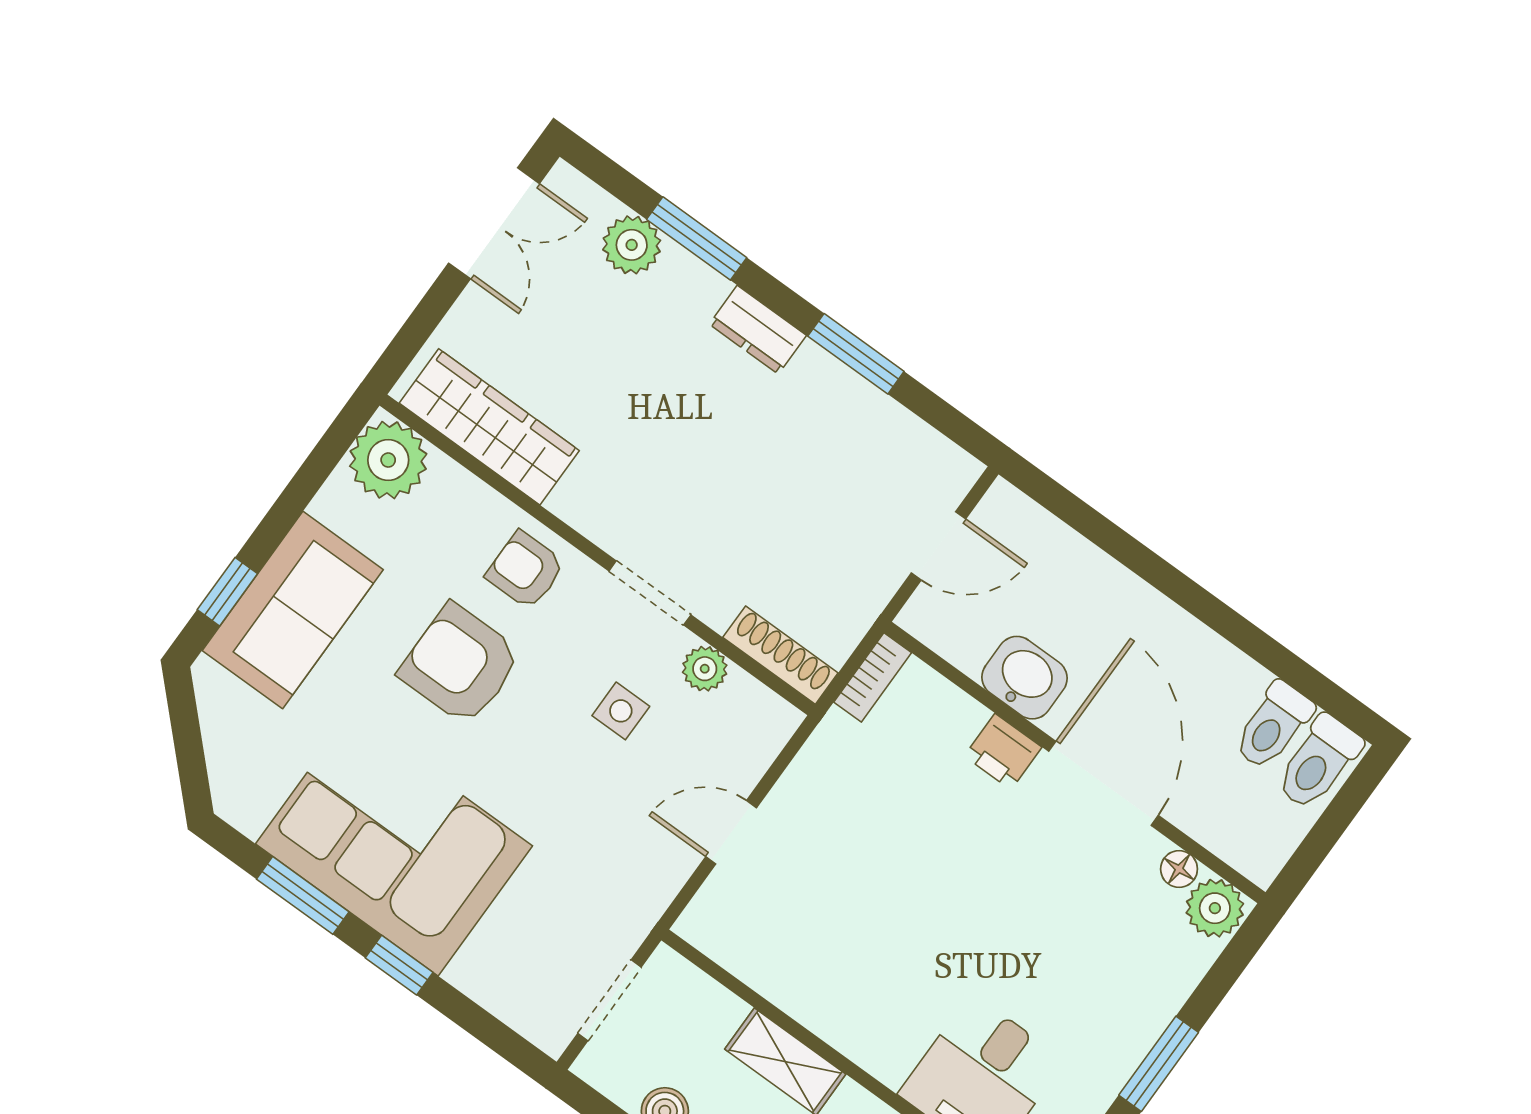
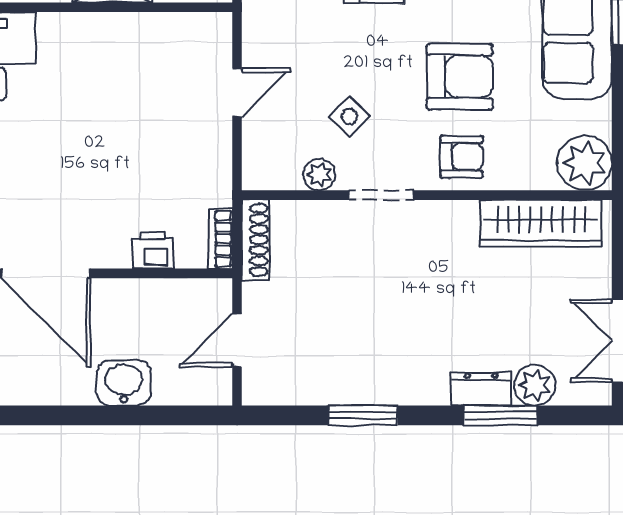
dresser: (758, 330) -> (481, 389), moved
shoe rack: (780, 655) -> (255, 240), moved, turned -90
washbasin: (1025, 678) -> (124, 383), moved, turned 180
side table: (621, 711) -> (349, 116), turned 45
printer: (1003, 752) -> (152, 250), moved

